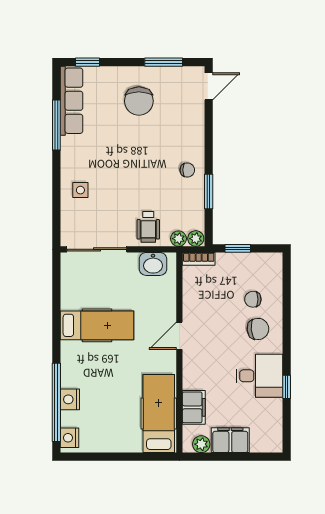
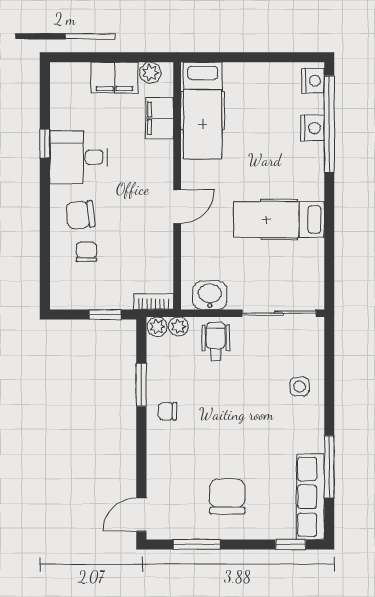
chair: (253, 299) -> (87, 252), turned -90

